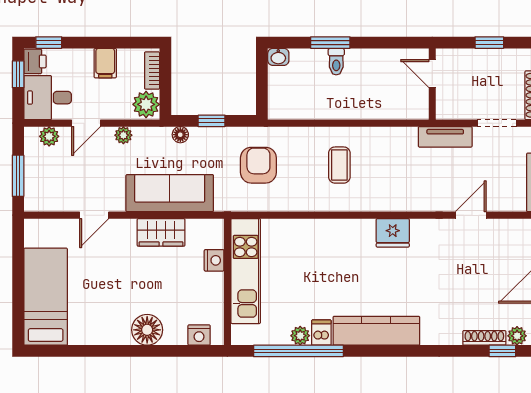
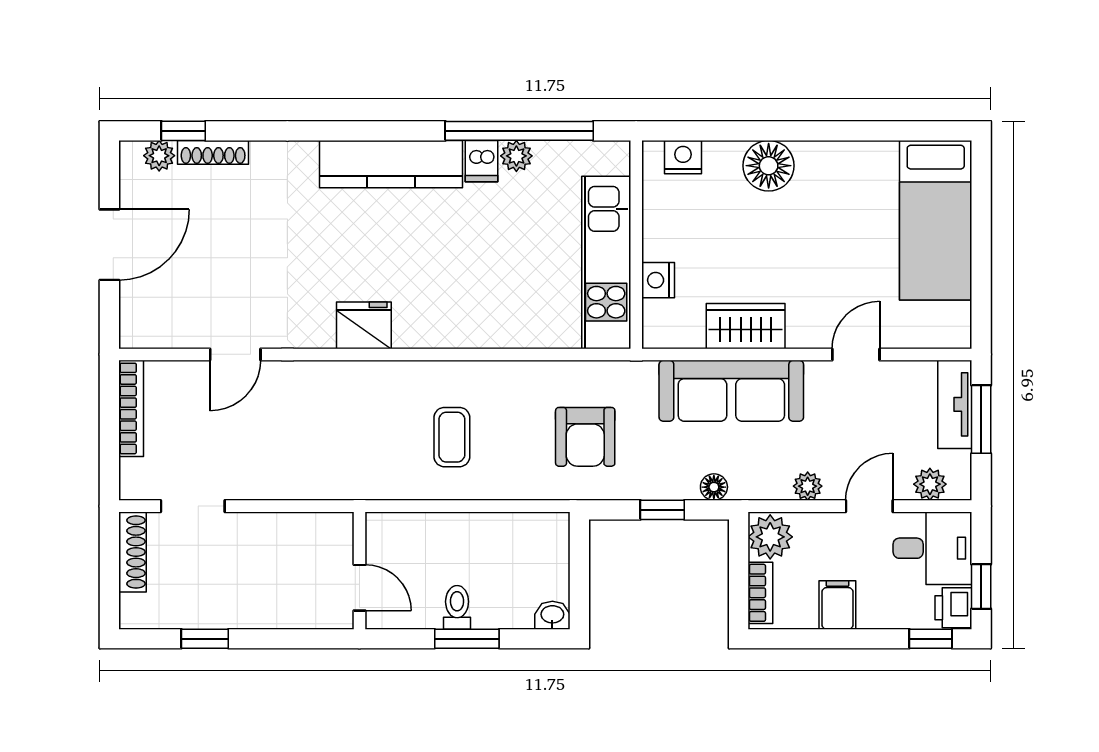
door: (432, 74) -> (359, 588), moved
wall: (432, 84) -> (359, 571), moved
tv unit: (445, 137) -> (955, 404), moved, turned -90

